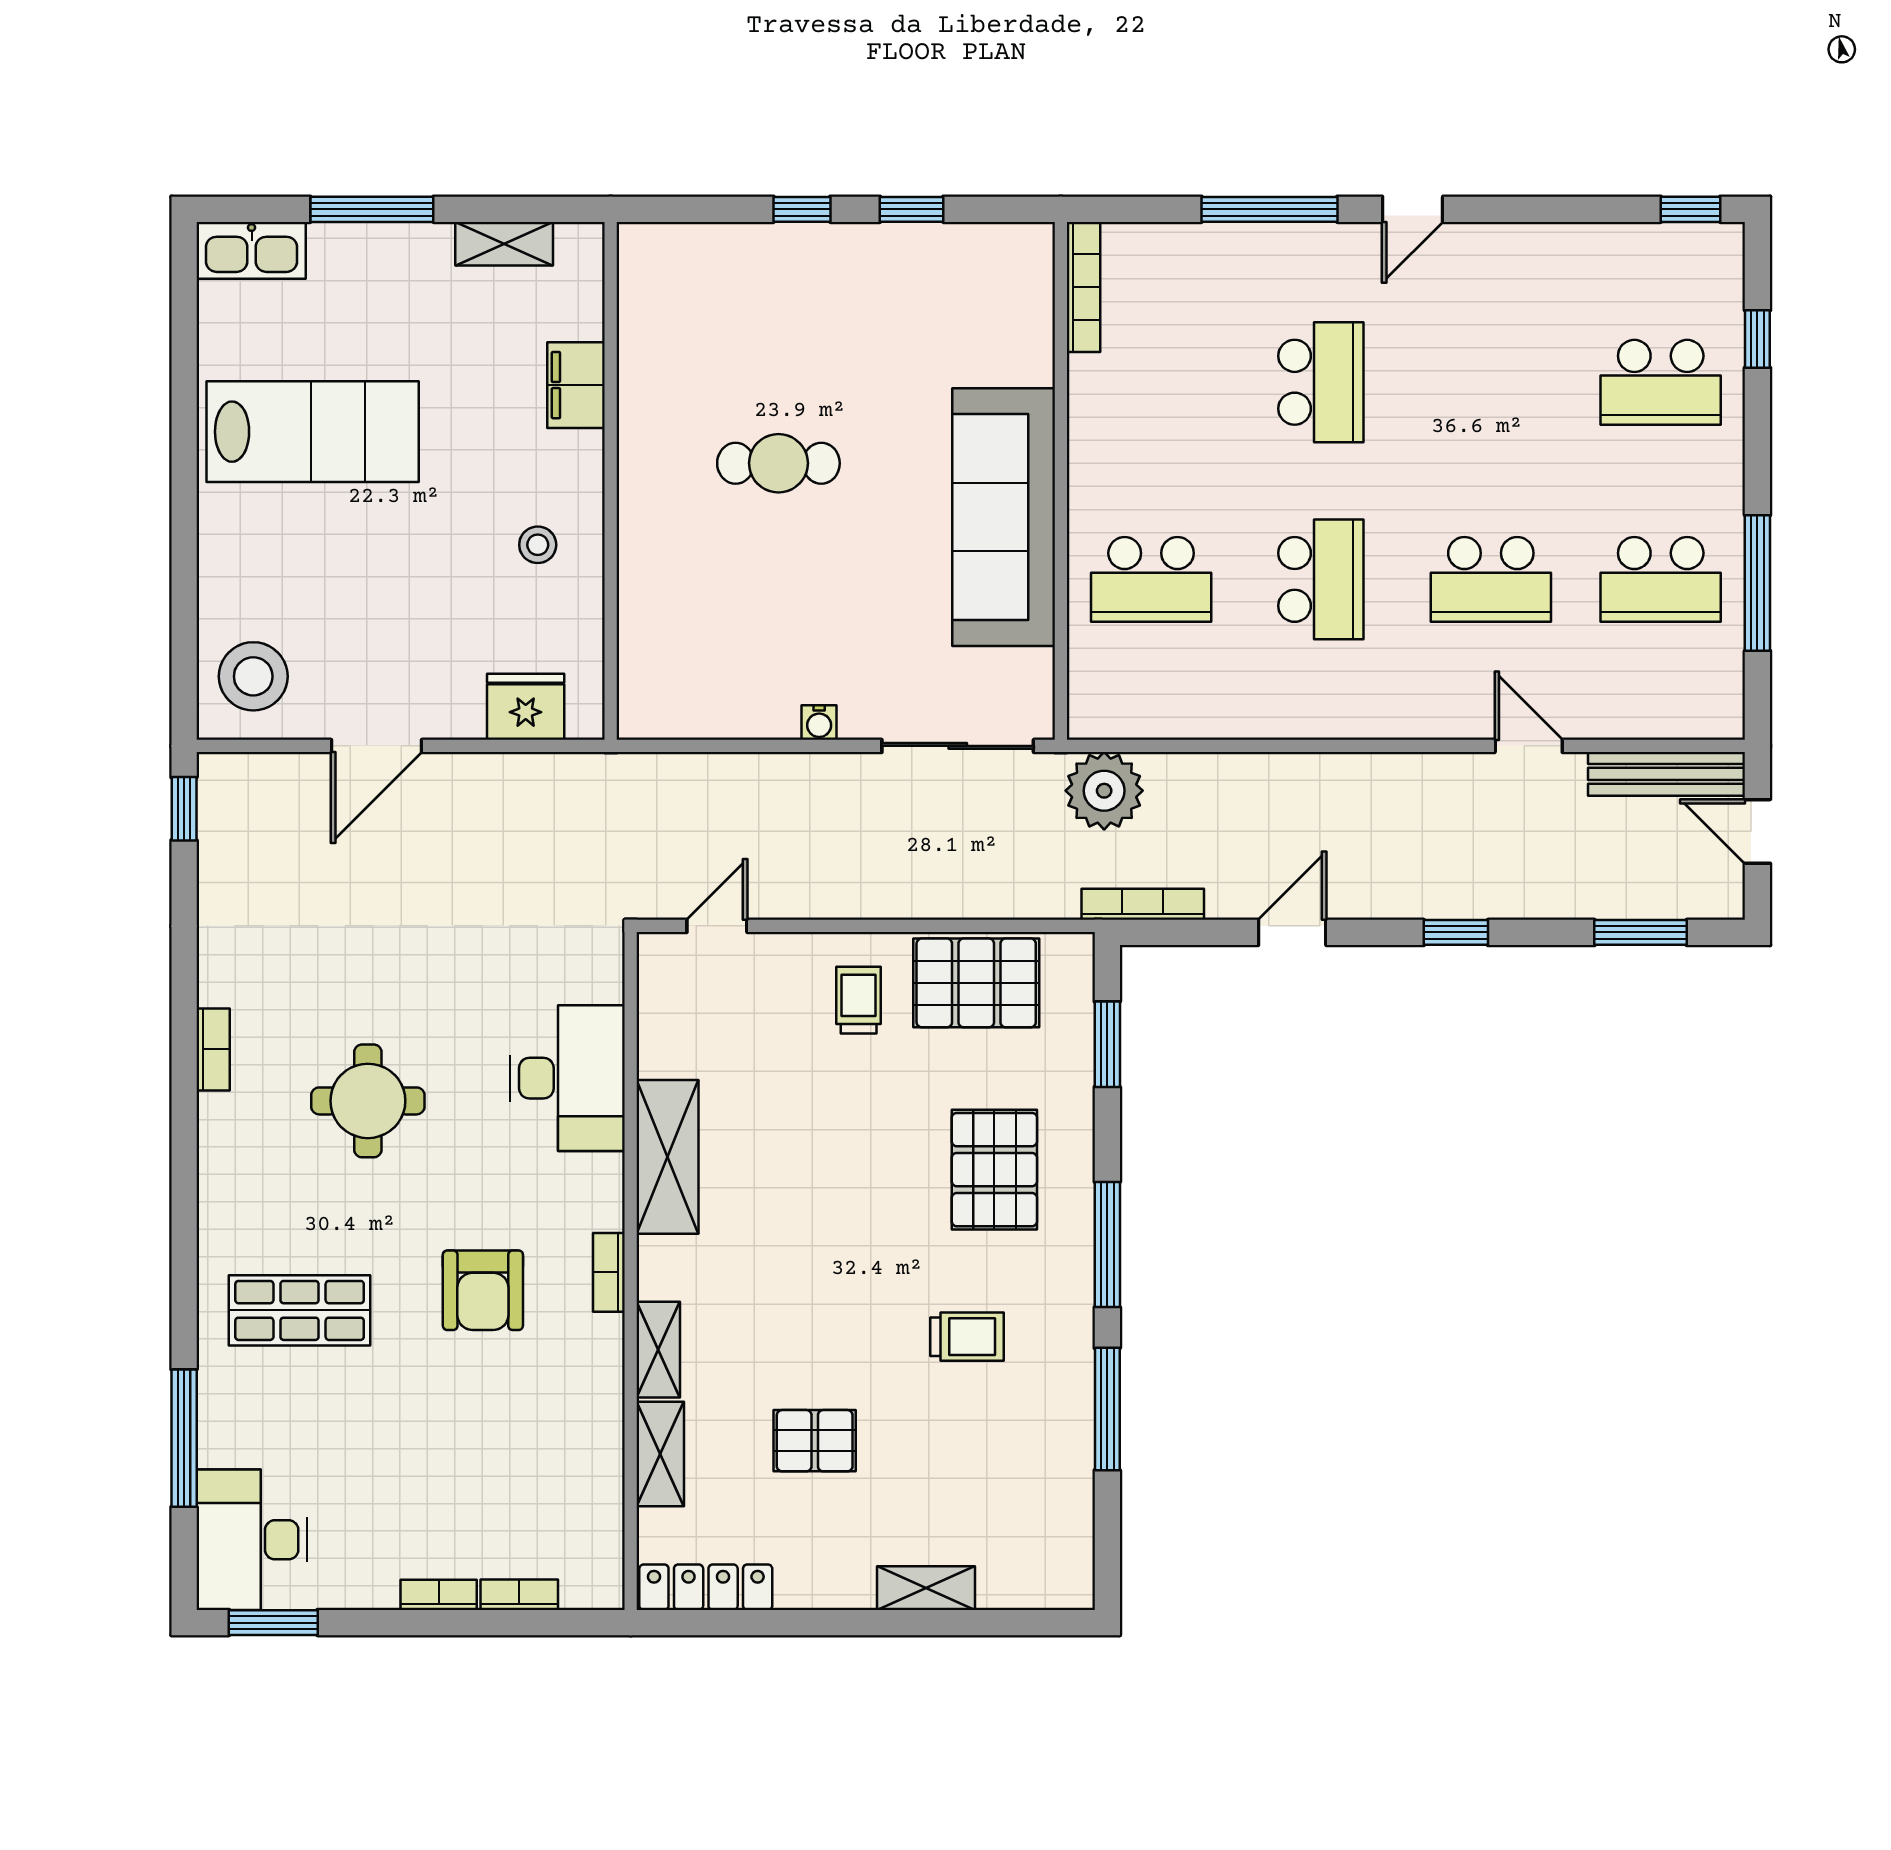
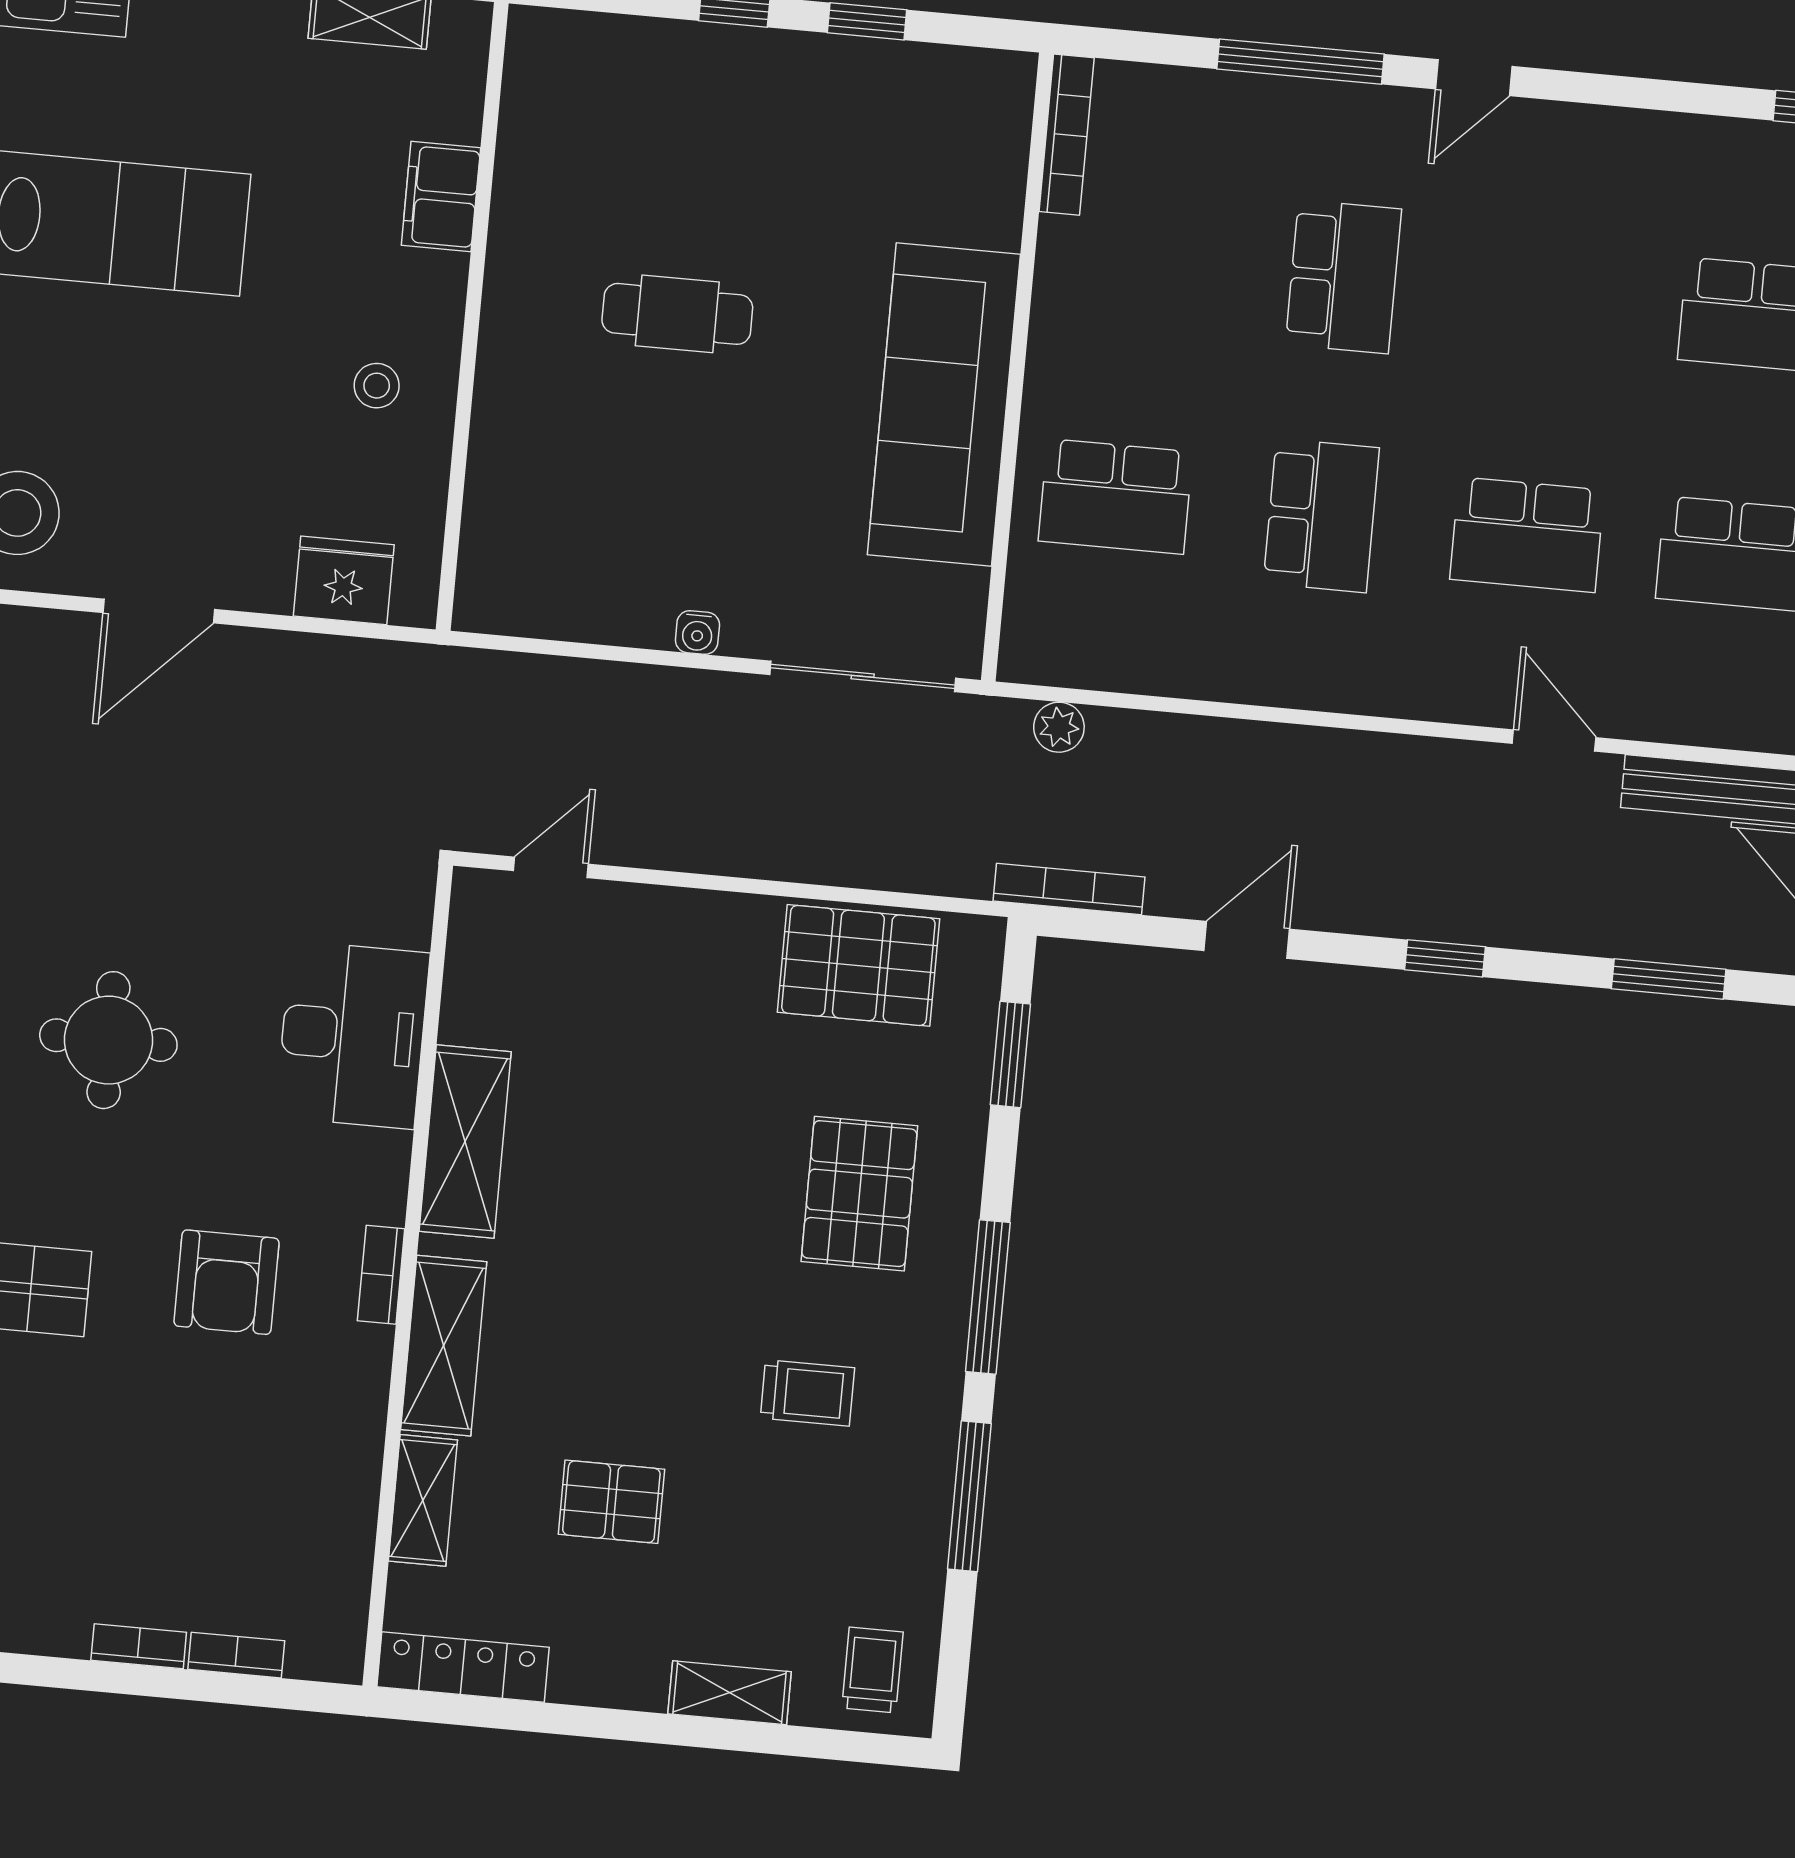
plant: (1104, 791) -> (1059, 727), width x0.53, depth x0.53
trolley: (859, 1000) -> (872, 1670), moved
shelving: (658, 1350) -> (444, 1346), width x1.50, depth x1.33

